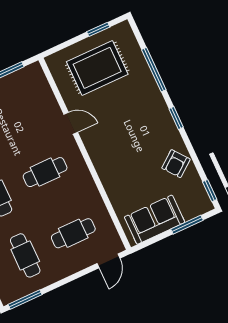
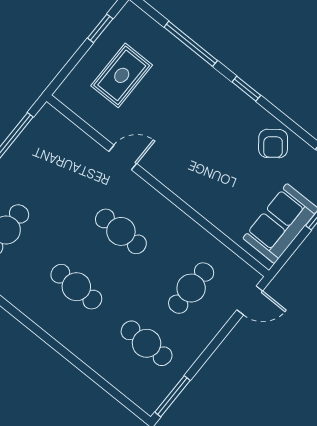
rug: (97, 68) -> (122, 75), width x0.73, depth x0.70
cafe table: (45, 172) -> (121, 231), turned 90
door: (108, 261) -> (250, 300), hinge flipped

